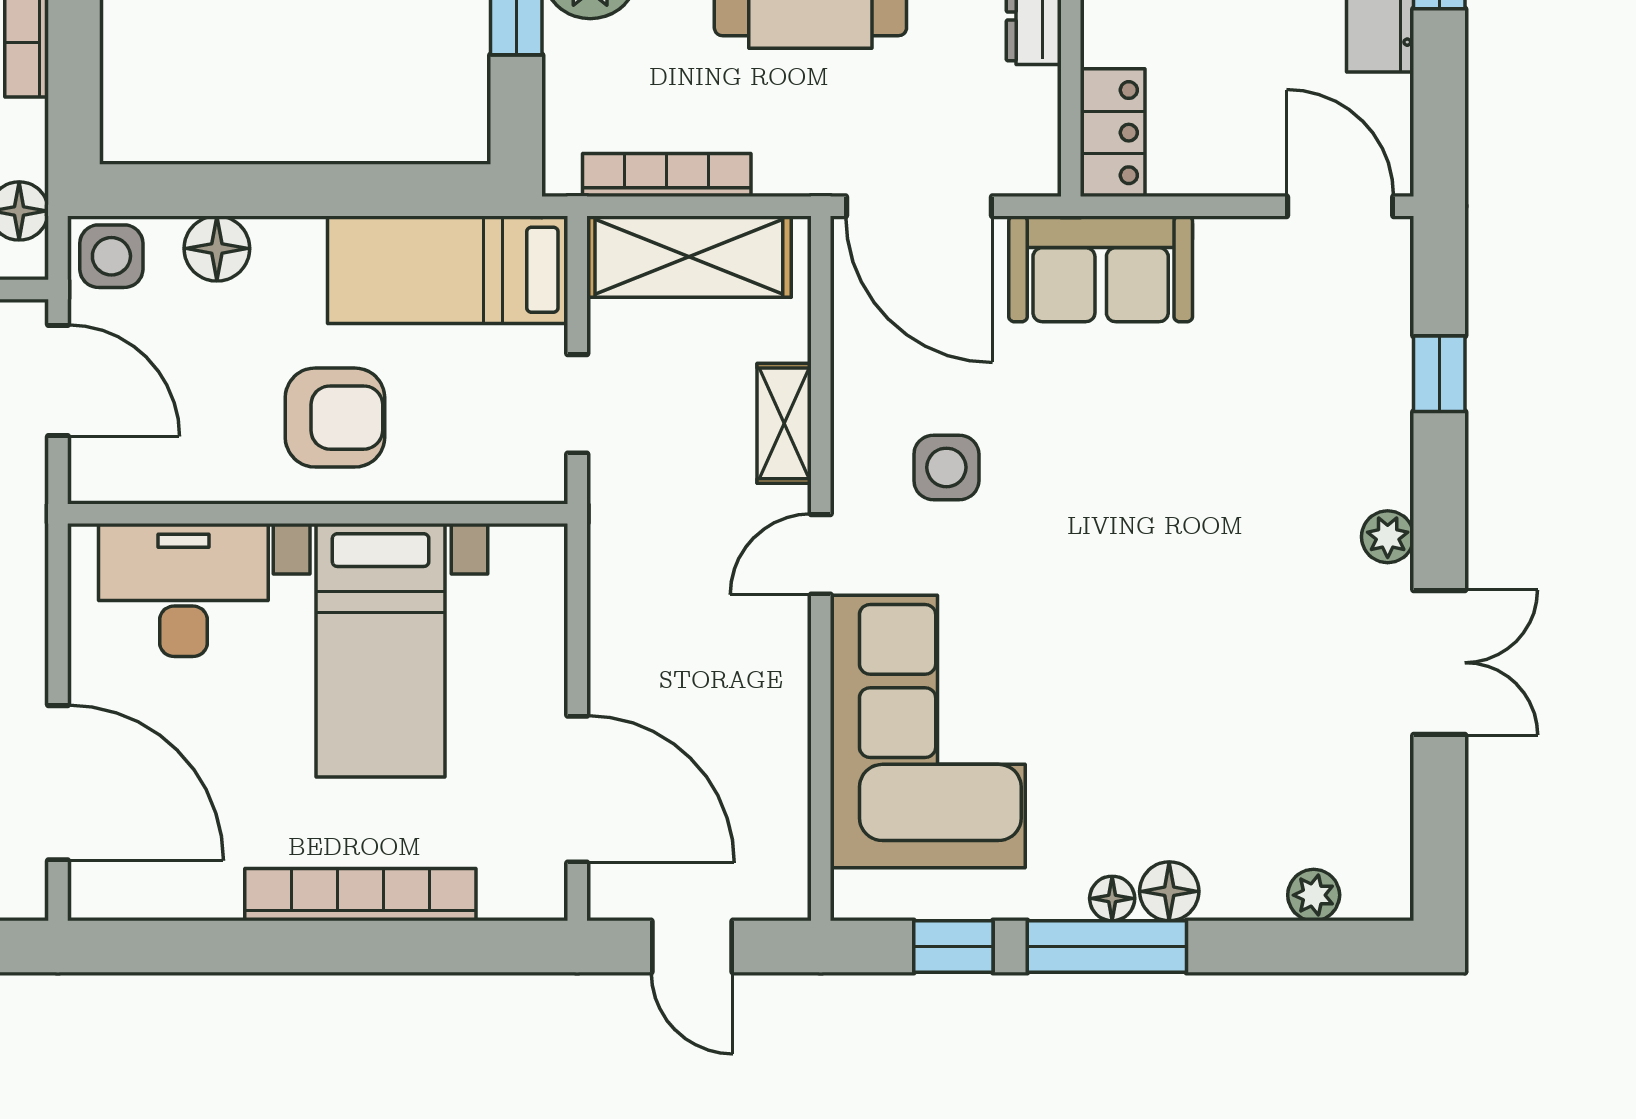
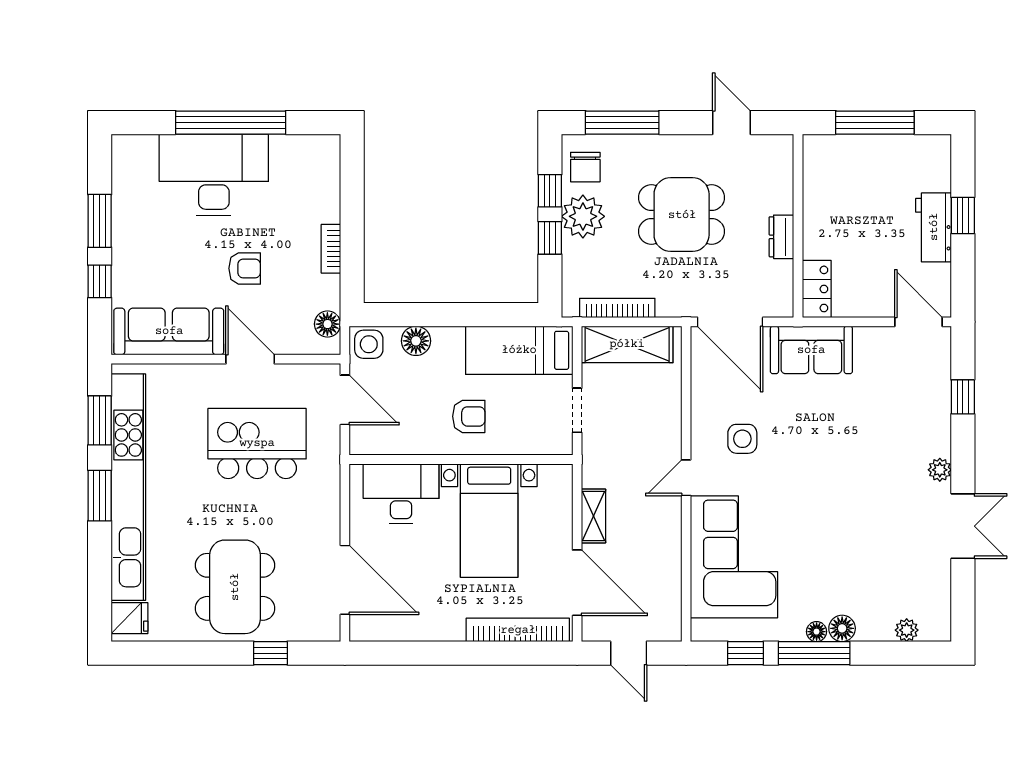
armchair: (335, 418) -> (469, 416), width x0.72, depth x0.72
shelving: (784, 423) -> (594, 516), moved
bookcase: (360, 895) -> (518, 630), moved

